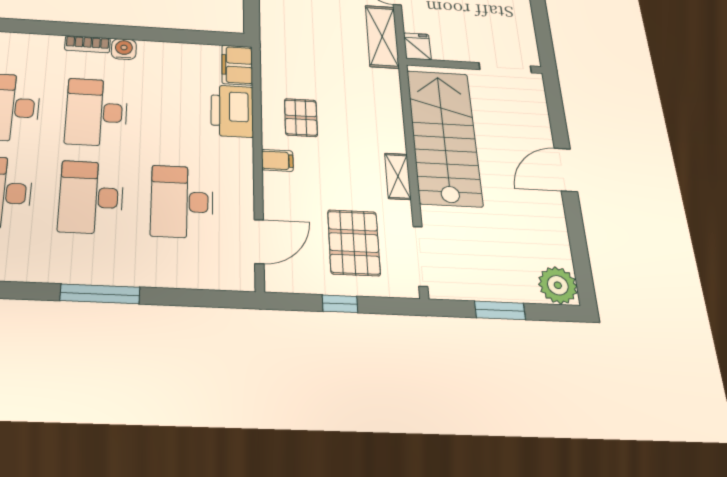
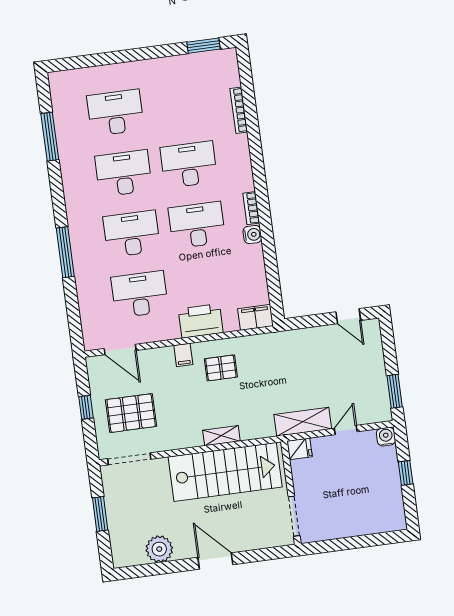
printer: (232, 111) -> (201, 321), moved
shelving: (398, 176) -> (221, 436), moved
plant: (558, 285) -> (159, 549), moved

